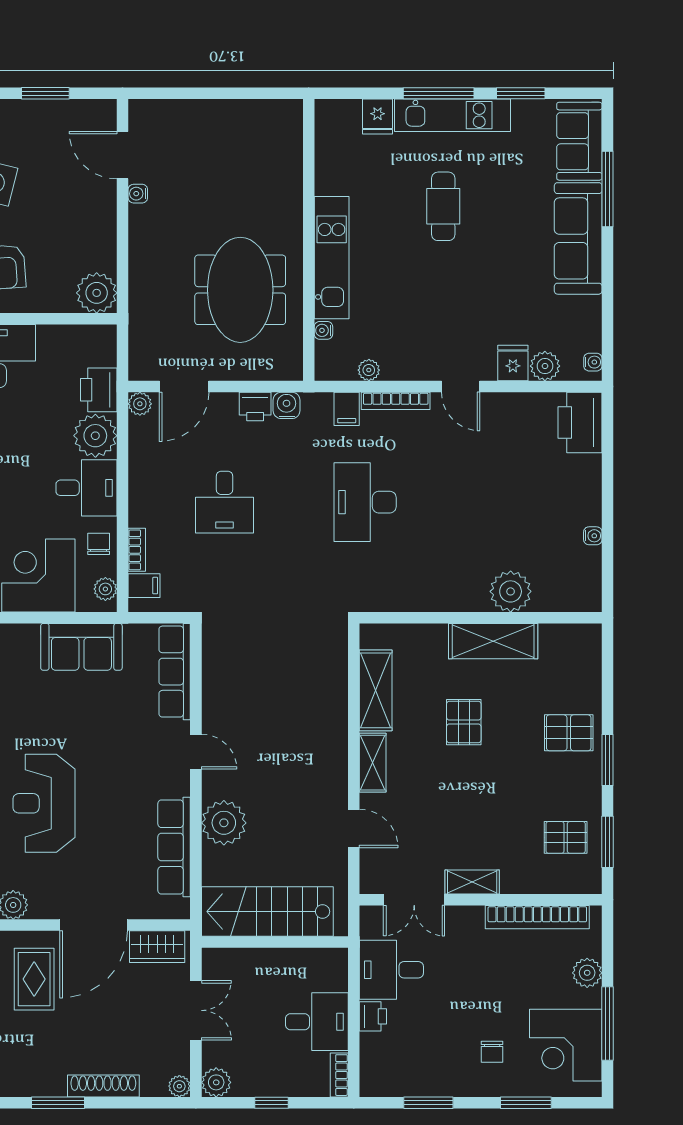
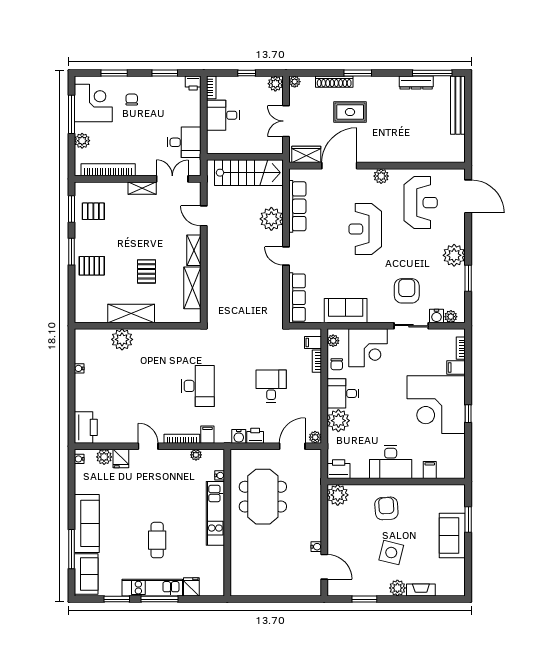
printer: (99, 390) -> (339, 469), moved, turned -90
reception desk: (44, 803) -> (365, 229), turned 180
rug: (34, 979) -> (350, 112), moved, turned 90
printer: (373, 1016) -> (193, 83), moved, turned -90

